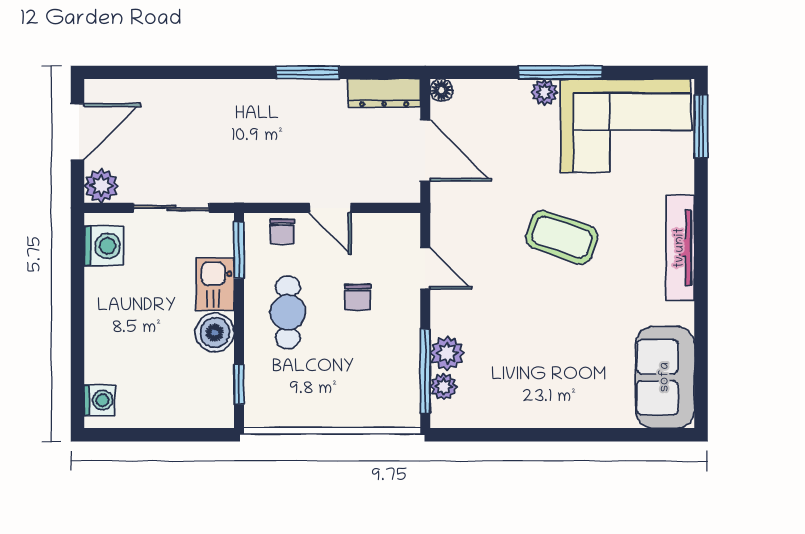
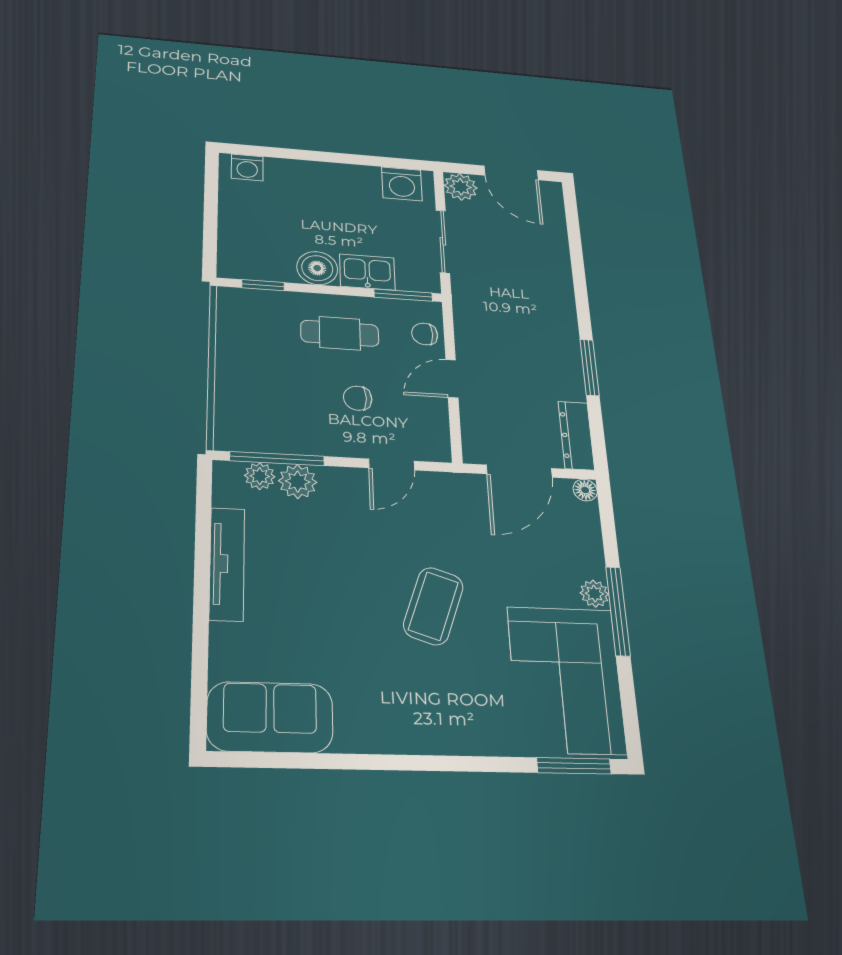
tv unit: (680, 248) -> (227, 564), moved, turned 90

